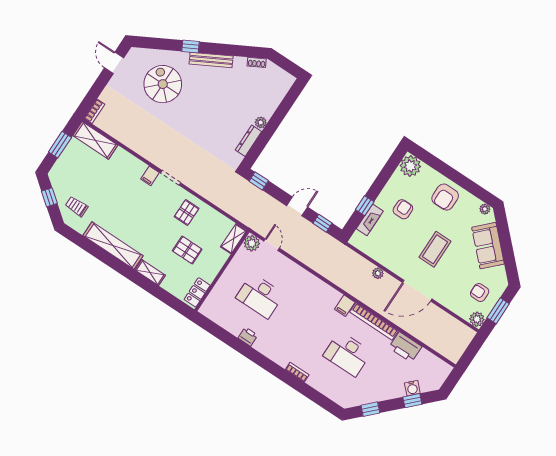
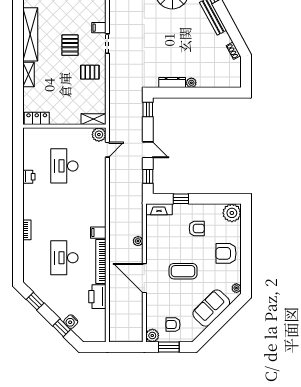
fireplace: (370, 220) -> (159, 209), moved
pallet: (187, 250) -> (70, 45), moved
armchair: (480, 293) -> (173, 325), turned -90

